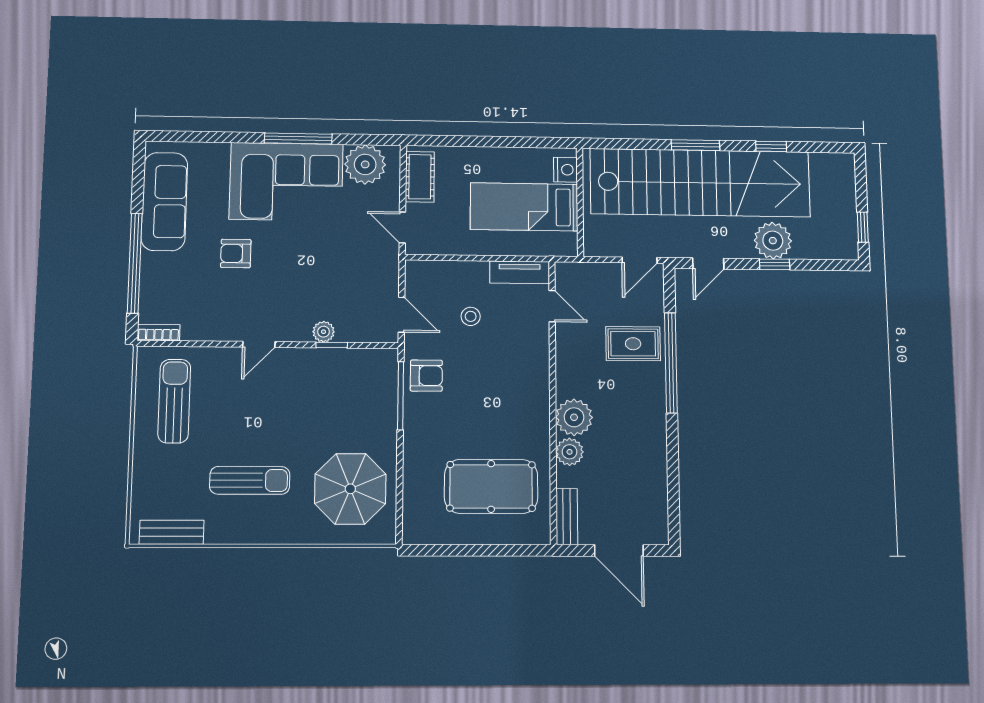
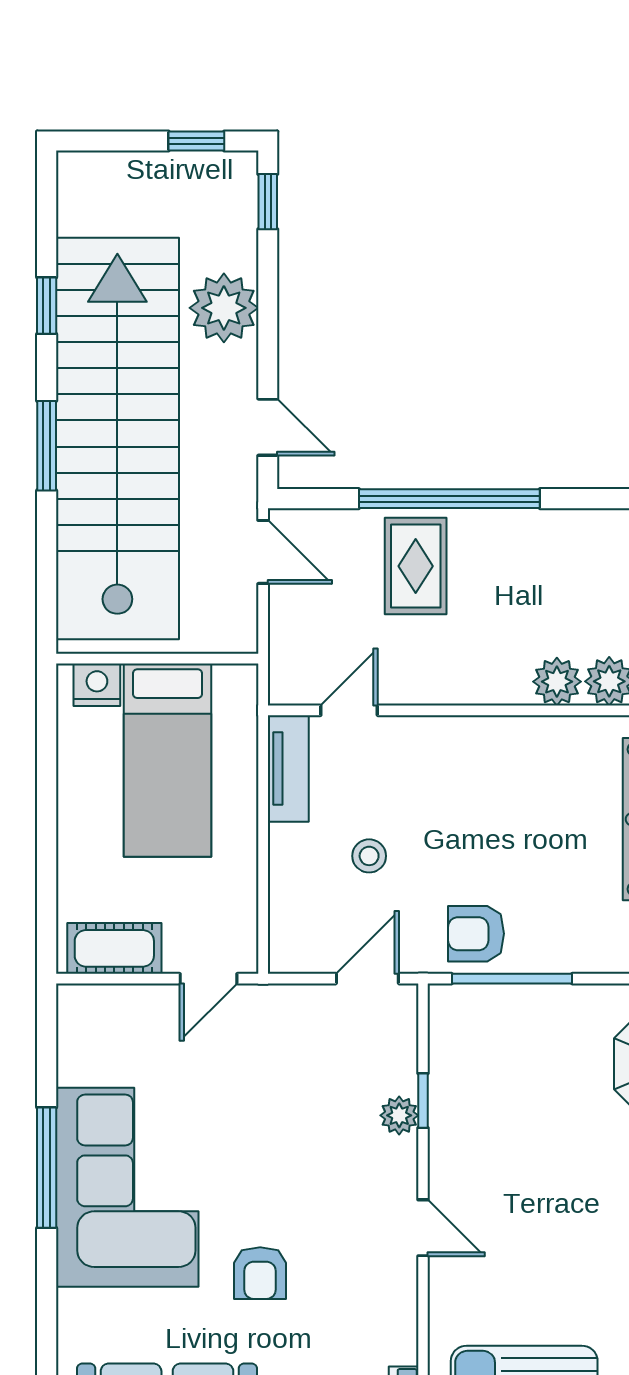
plant: (365, 164) -> (93, 1047), removed
window: (775, 264) -> (268, 202), moved
armchair: (426, 376) -> (476, 934), turned -90
plant: (574, 417) -> (557, 682), width x0.73, depth x0.73

